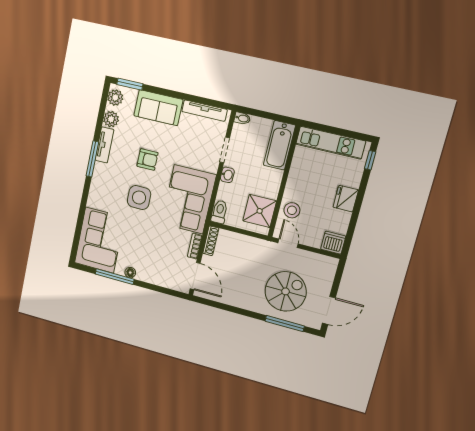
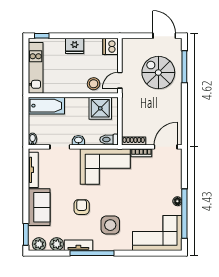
window: (92, 159) -> (92, 253), width x1.46
side table: (139, 198) -> (110, 225), moved
window: (115, 277) -> (184, 214), width x1.46

